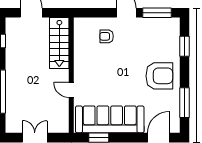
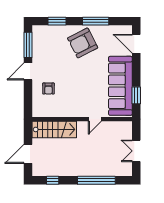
armchair: (159, 76) -> (83, 43), turned -117
window: (184, 103) -> (96, 21), moved

